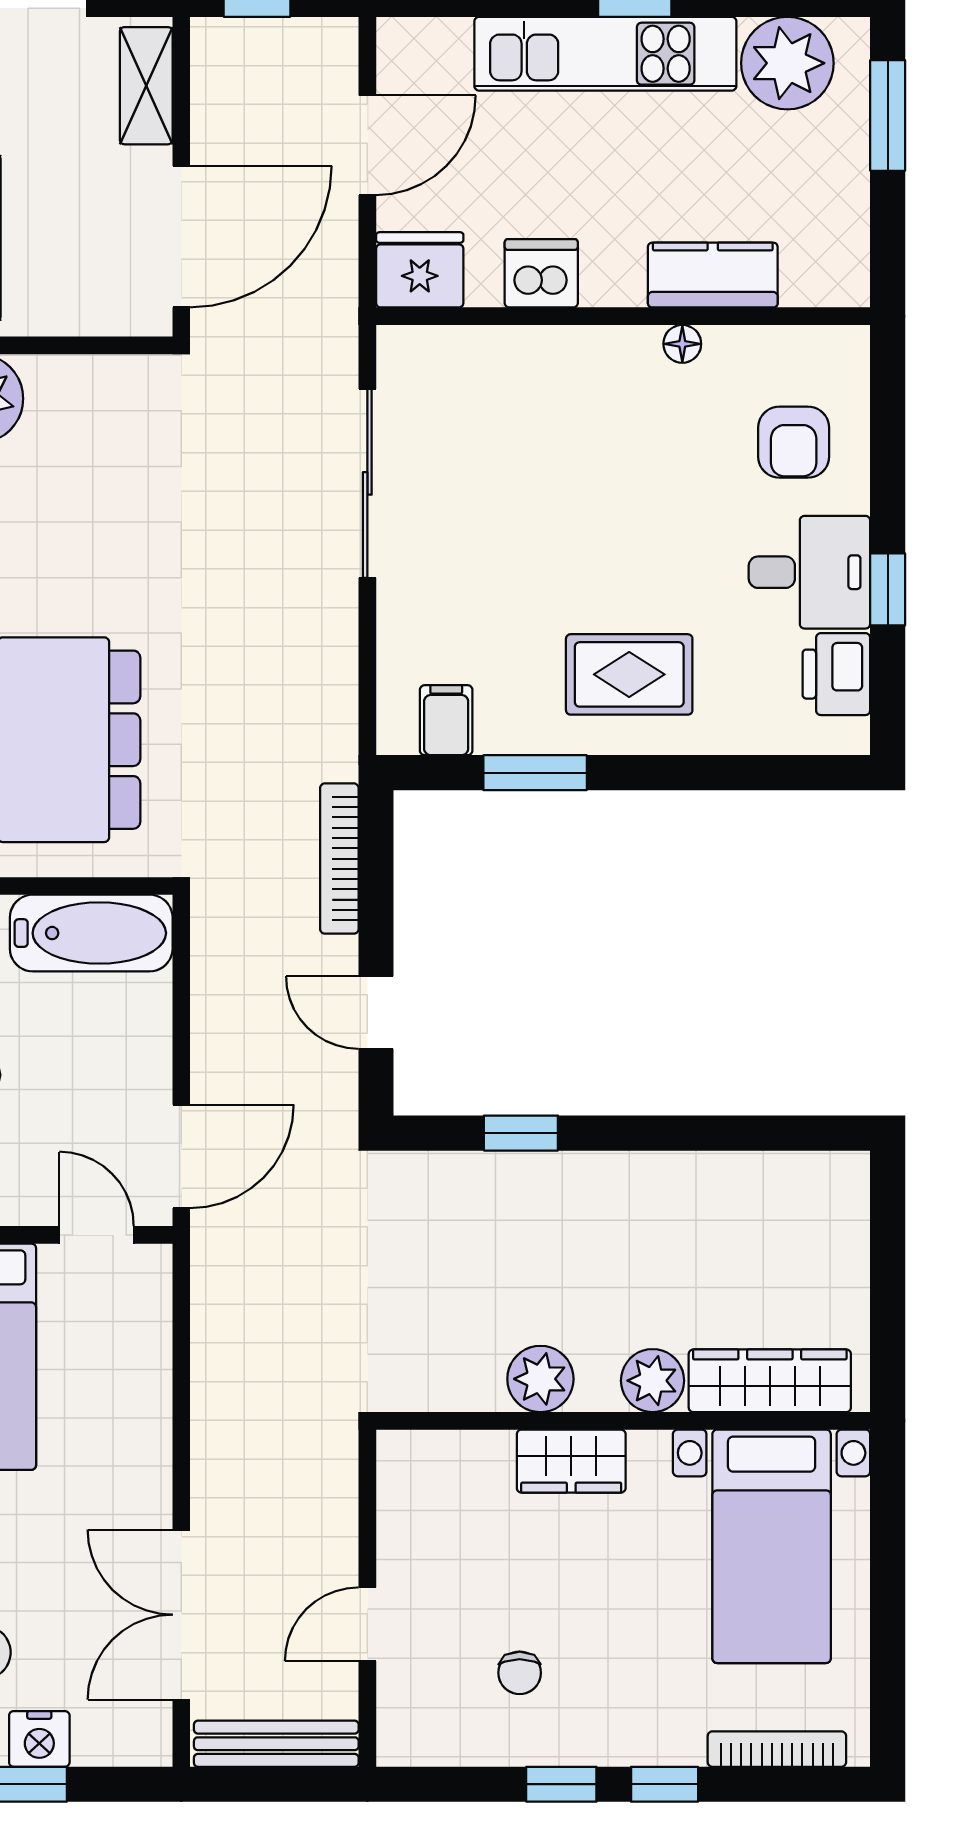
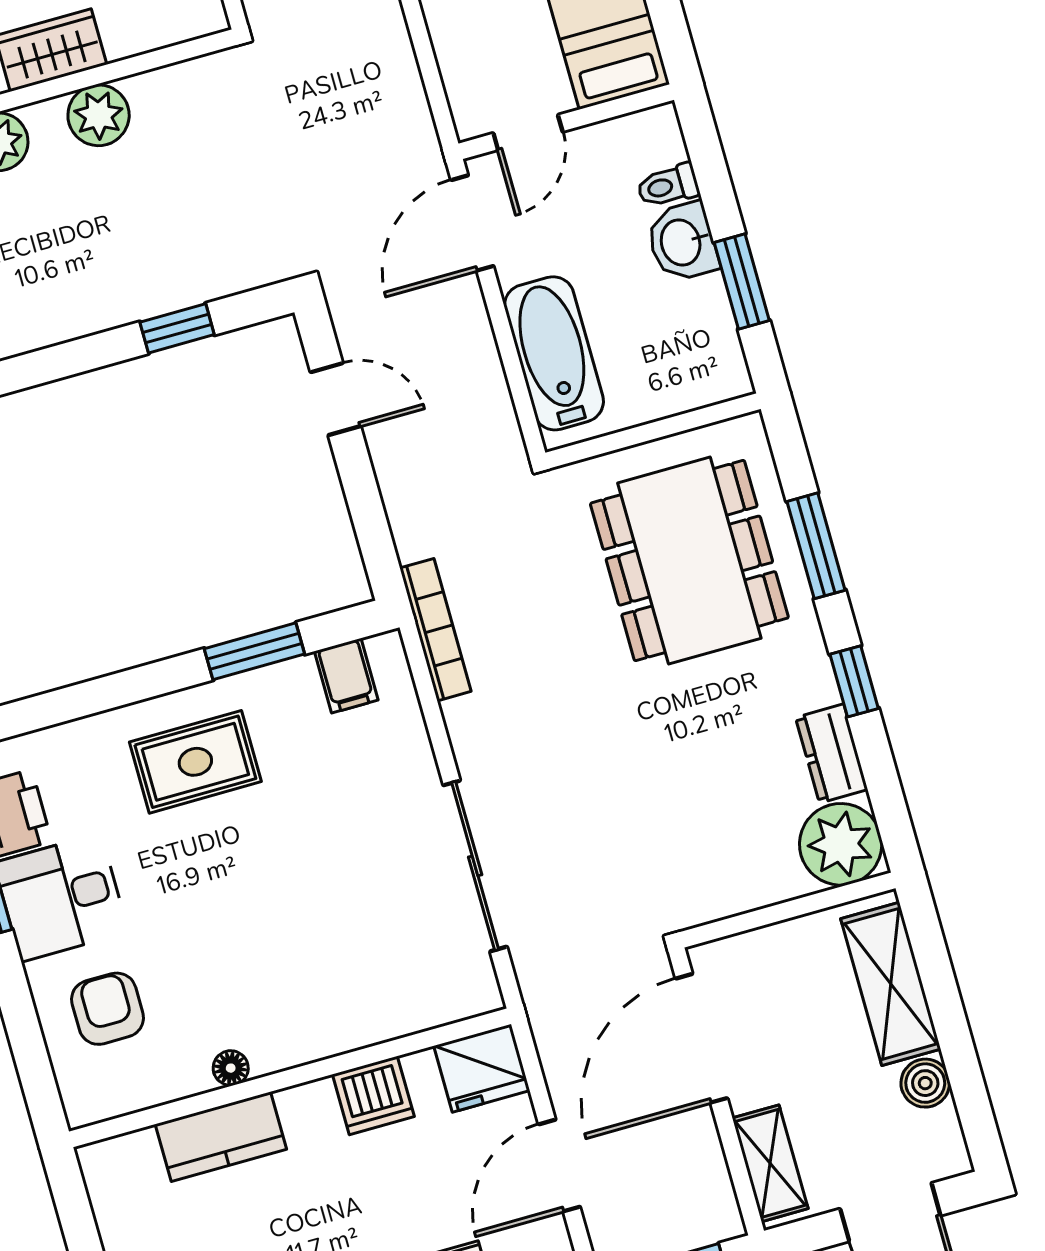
bookcase: (339, 859) -> (435, 630), moved
bathtub: (91, 933) -> (554, 353), moved, turned 90
door: (97, 1235) -> (528, 132), hinge flipped

